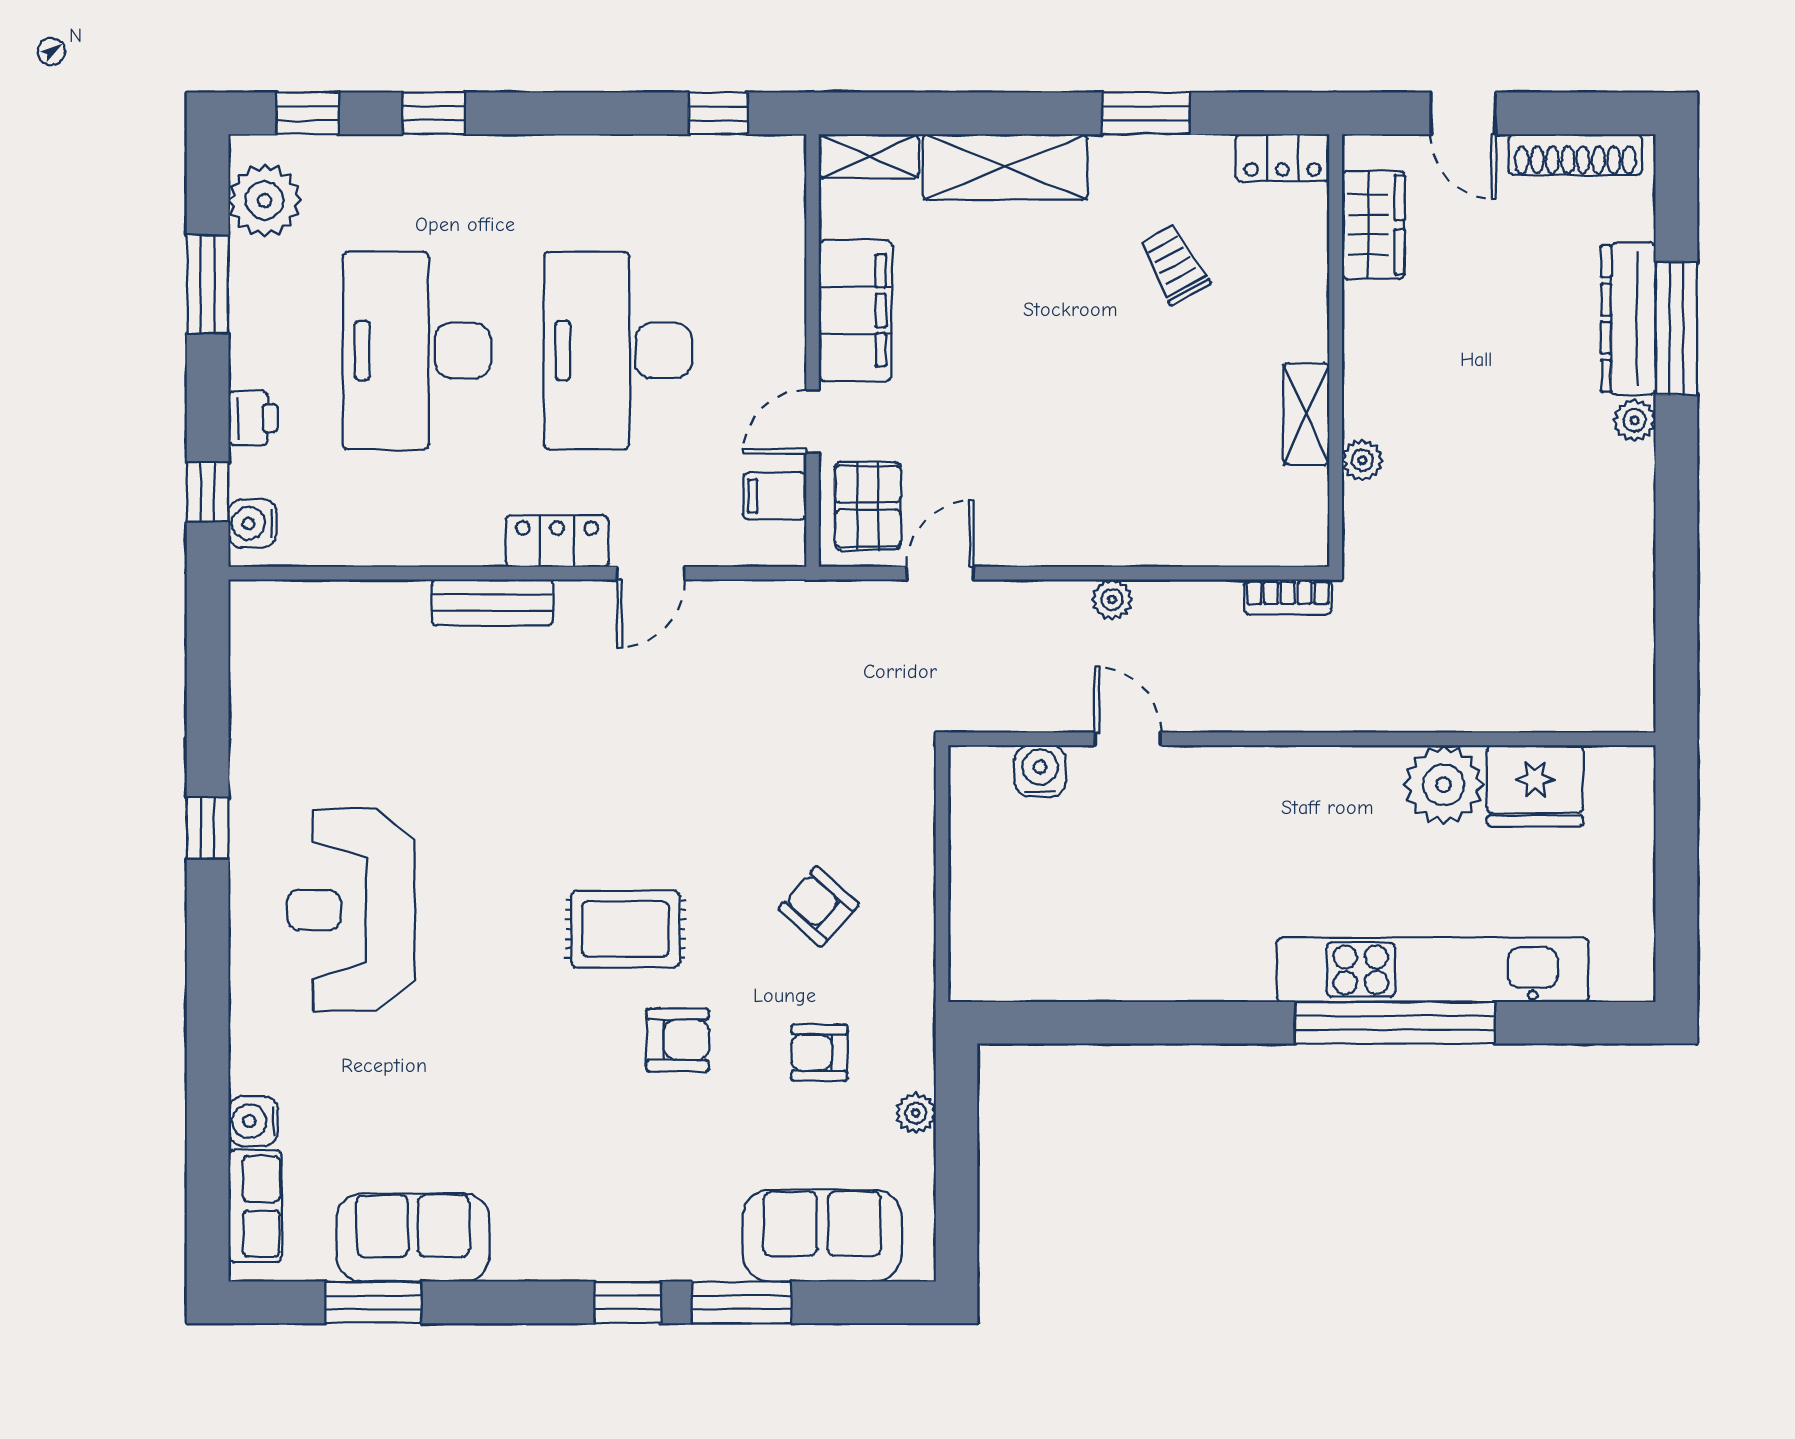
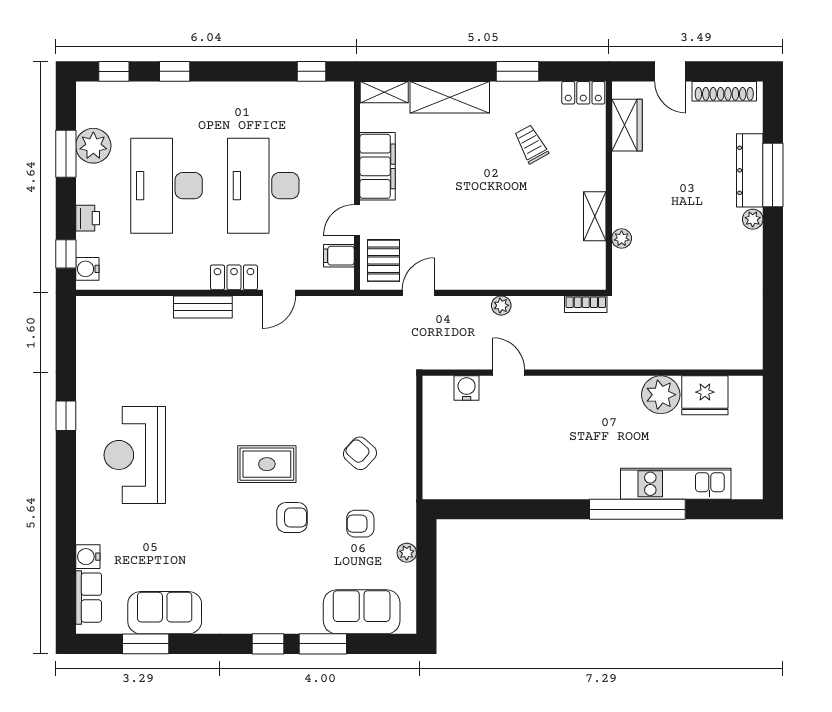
plant: (265, 200) -> (93, 146), moved
kitchen unit: (1433, 970) -> (676, 484), width x0.73

